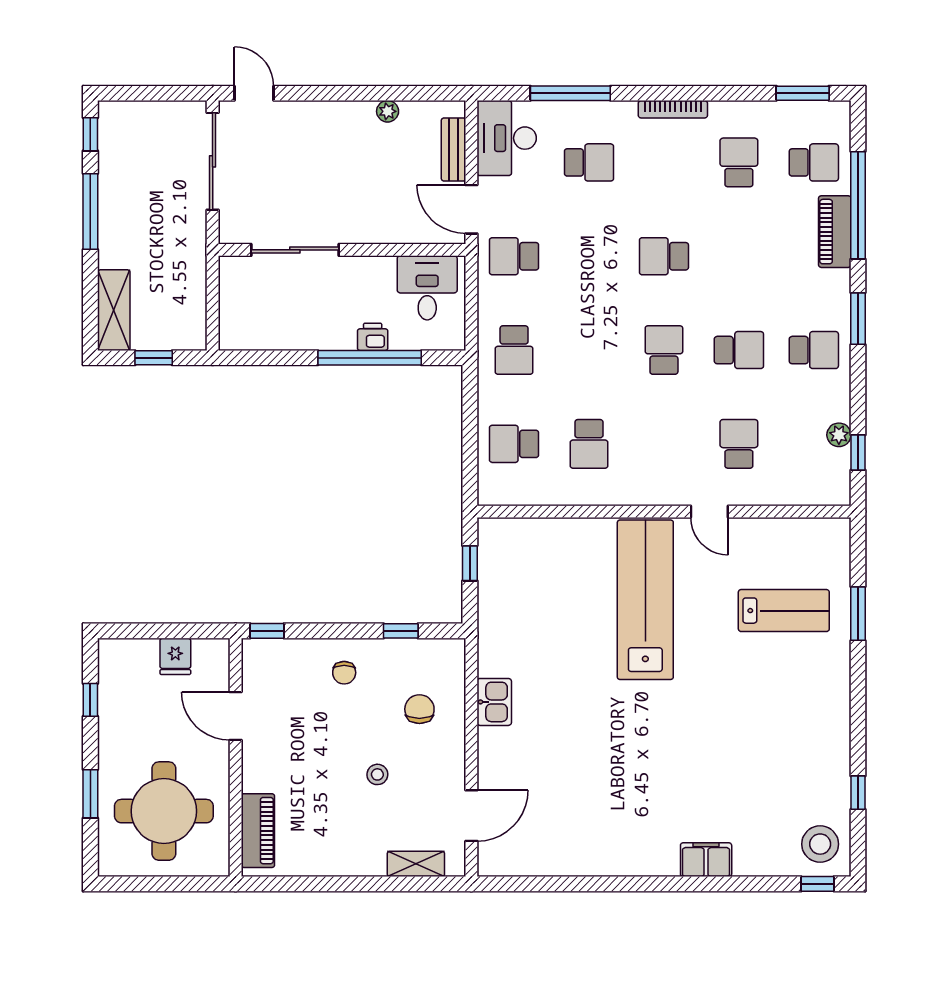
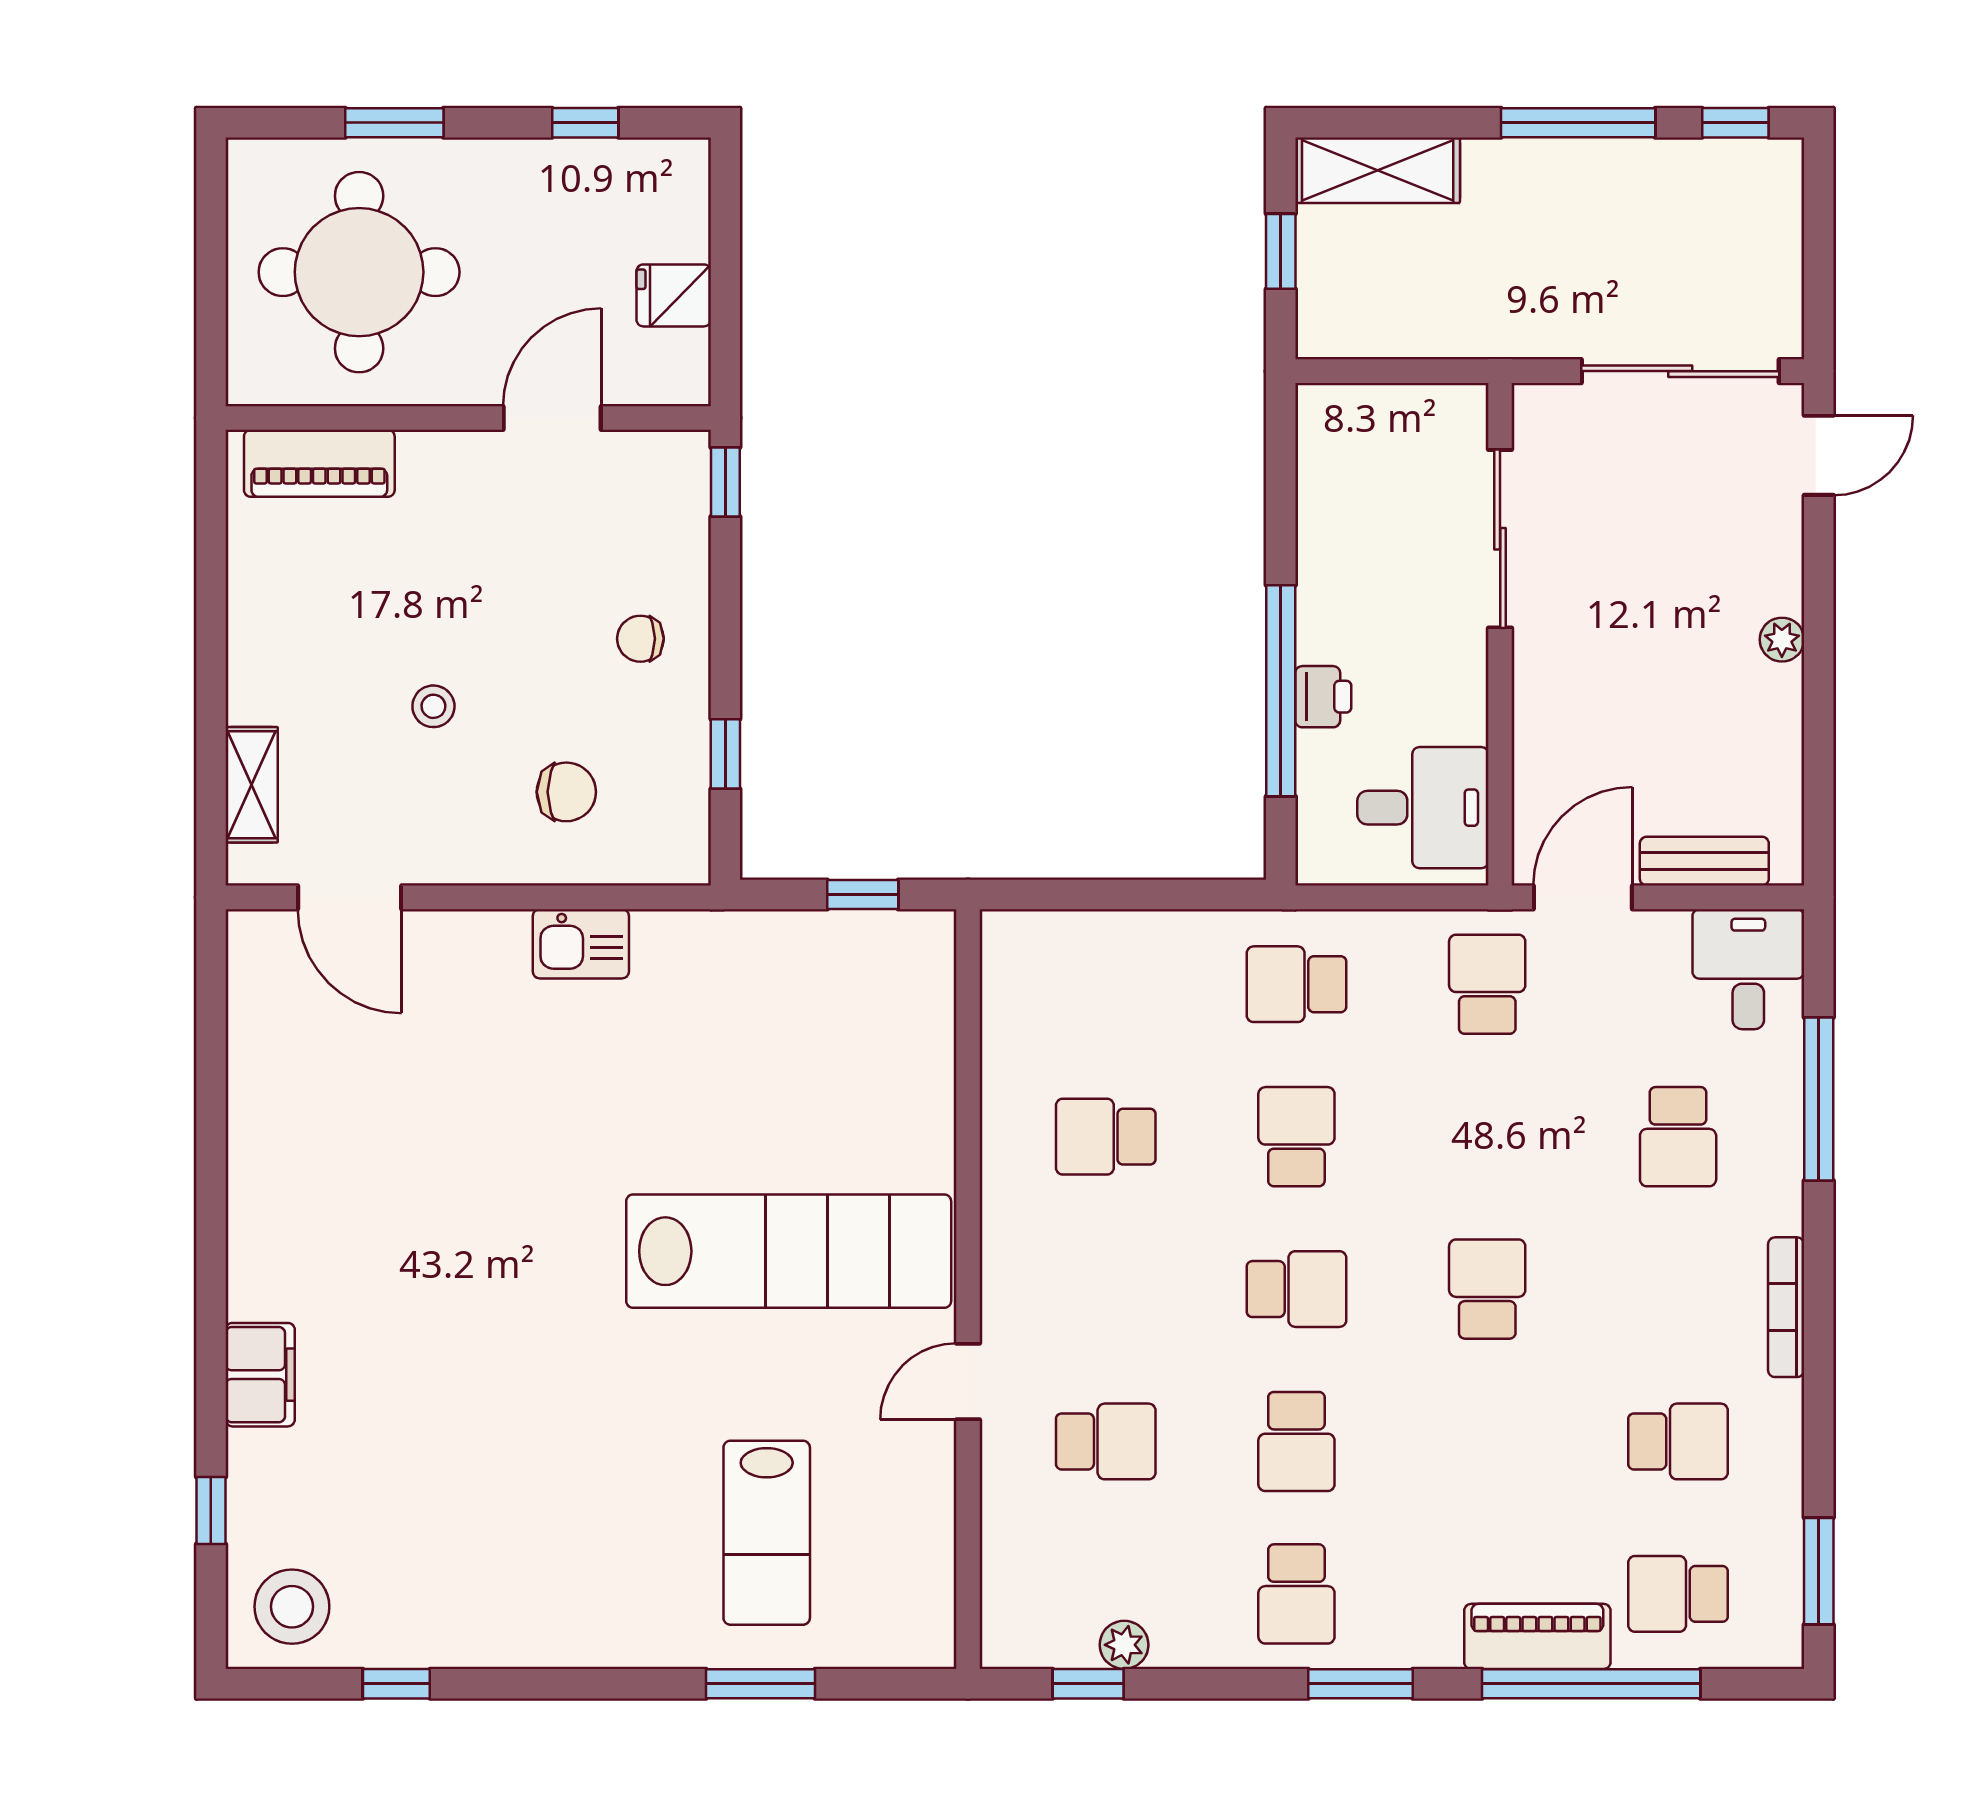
plant: (388, 111) -> (1782, 640), moved
desk: (507, 138) -> (1748, 969), width x0.73
school desk: (814, 162) -> (1678, 1594), turned 90
school desk: (514, 444) -> (1296, 1137), moved
window: (818, 884) -> (211, 1510), moved

